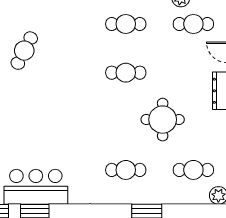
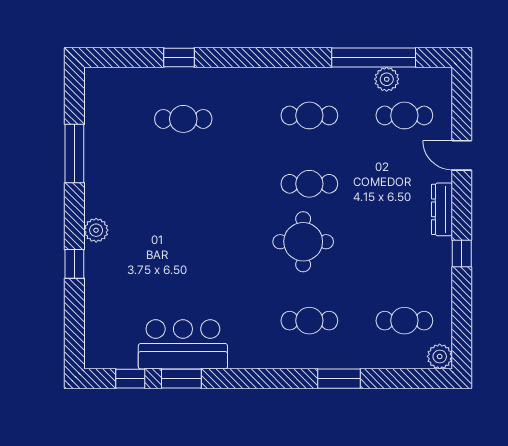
cafe table: (24, 51) -> (183, 119), moved, turned 63
round table: (163, 120) -> (303, 242), moved

